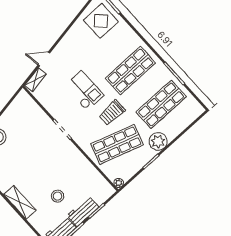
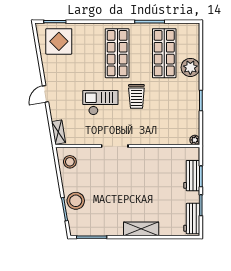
door: (44, 59) -> (45, 94), moved
plant: (158, 141) -> (190, 67), moved
shop shelf: (117, 144) -> (164, 115), removed
stool: (58, 196) -> (70, 162), moved
workbench: (83, 211) -> (192, 176), moved

